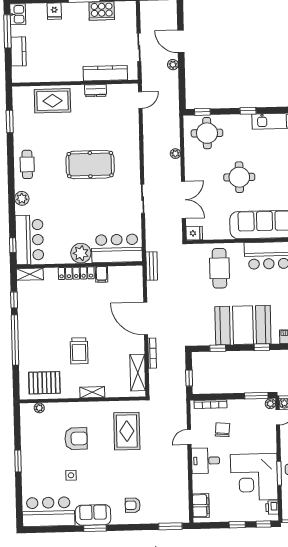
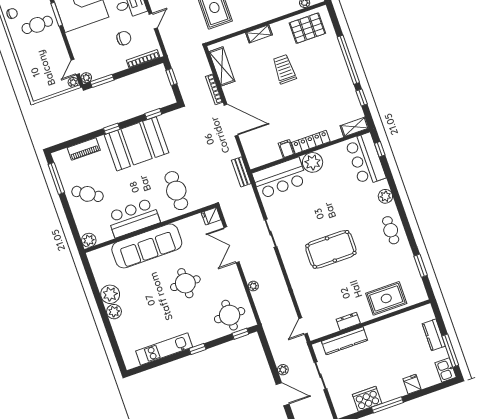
chair: (222, 430) -> (124, 38), turned -95

